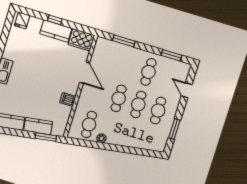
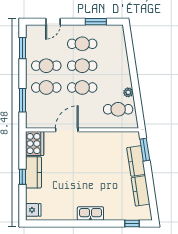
cafe table: (129, 66) -> (46, 87), added
dishwasher: (68, 99) -> (99, 139), removed

